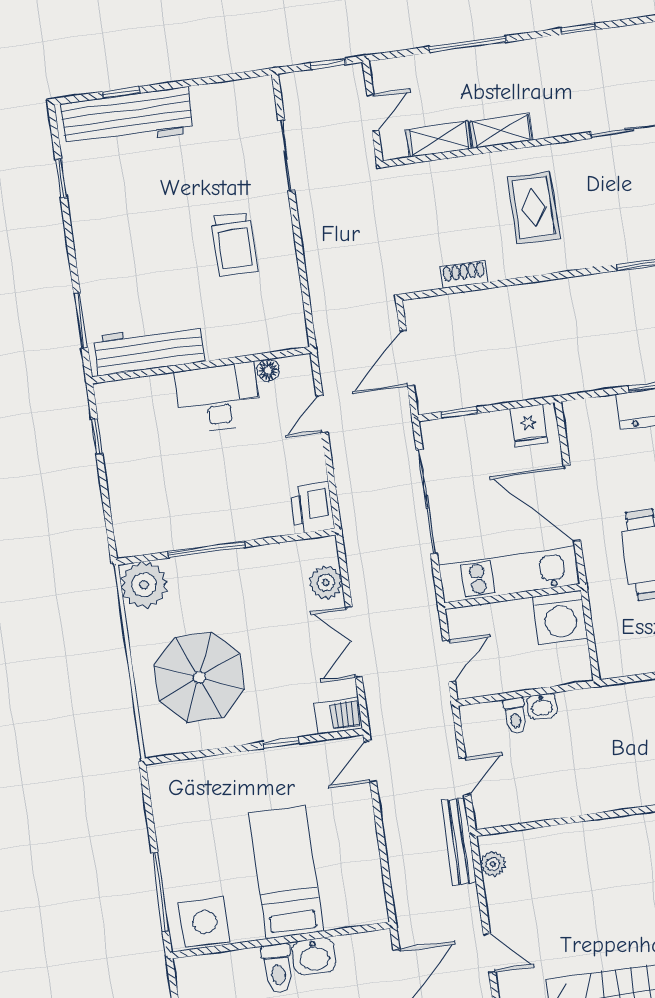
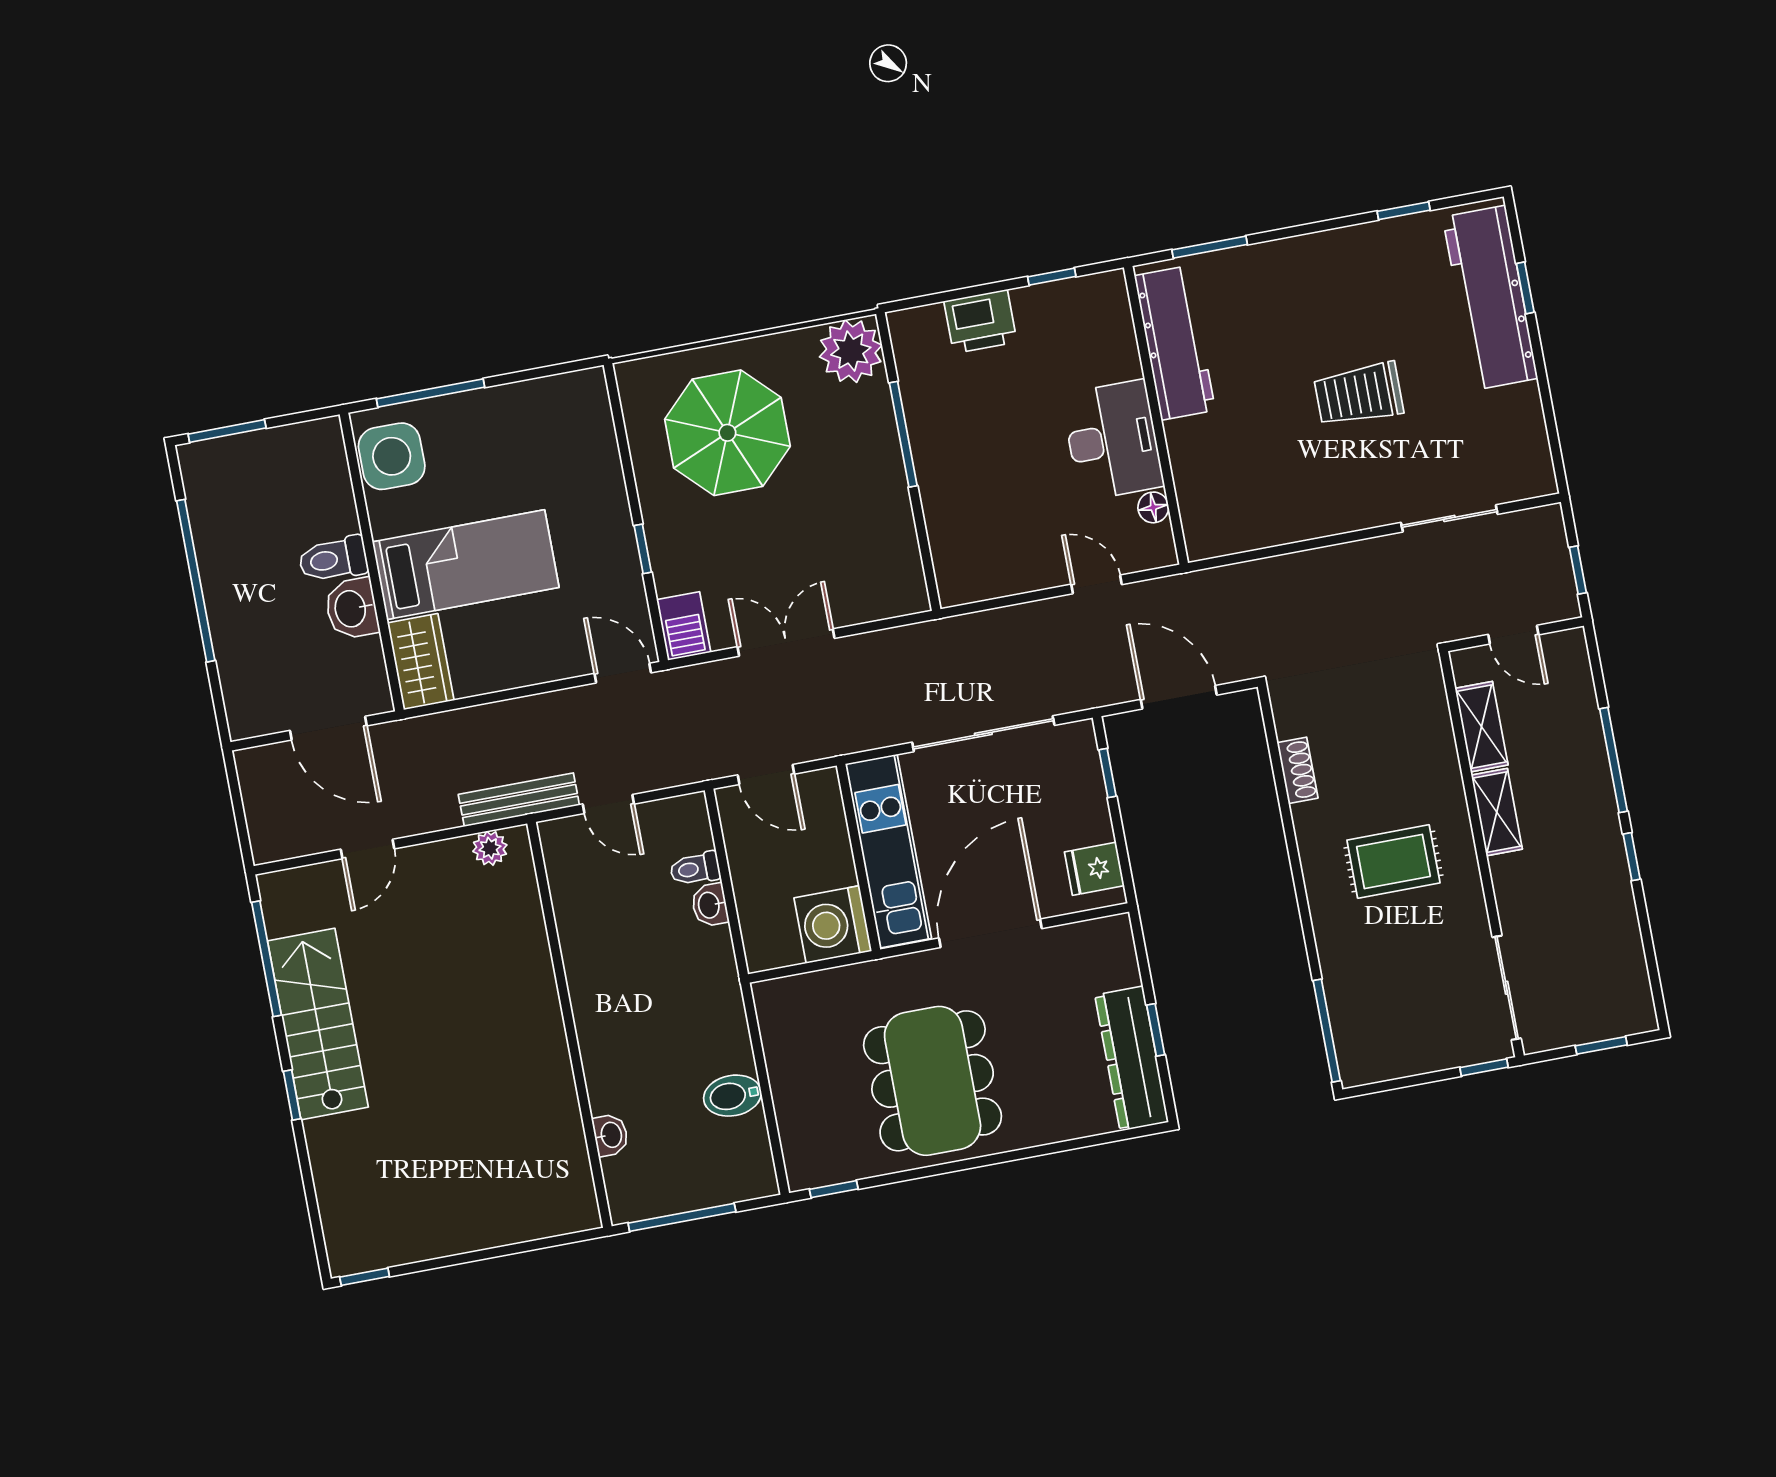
window: (578, 29) -> (1632, 857), moved
trolley: (235, 244) -> (1359, 394), moved
printer: (312, 508) -> (980, 322), moved, turned 180
plant: (326, 582) -> (866, 601), removed
wardrobe: (355, 908) -> (421, 662), added

